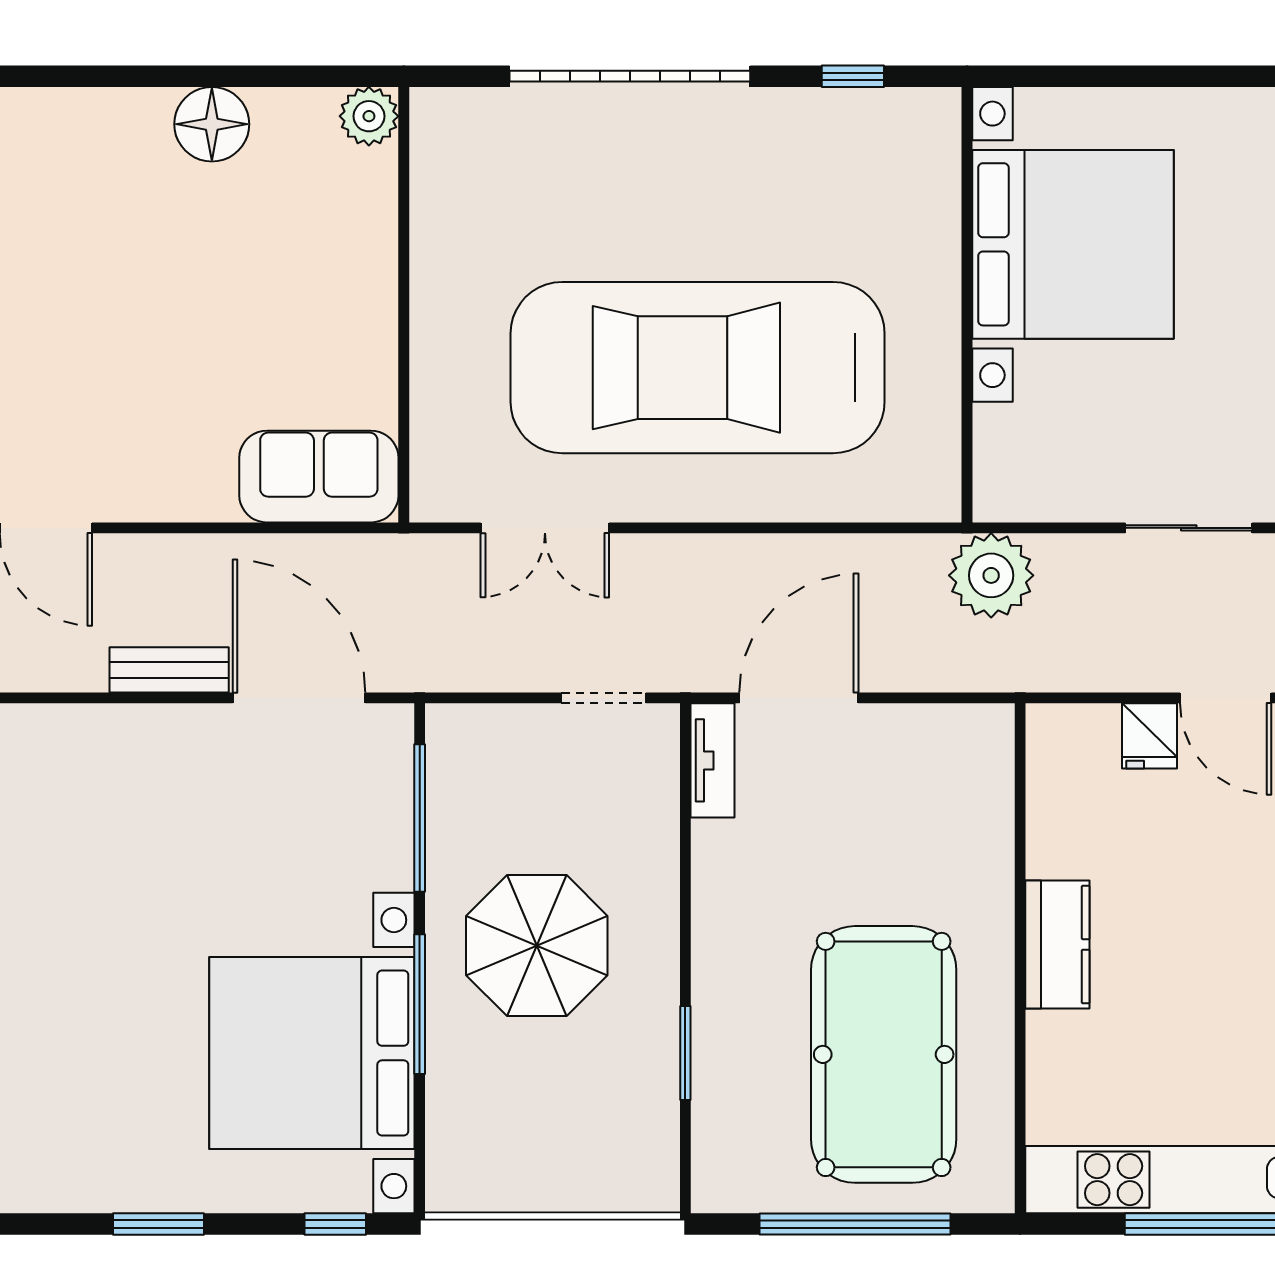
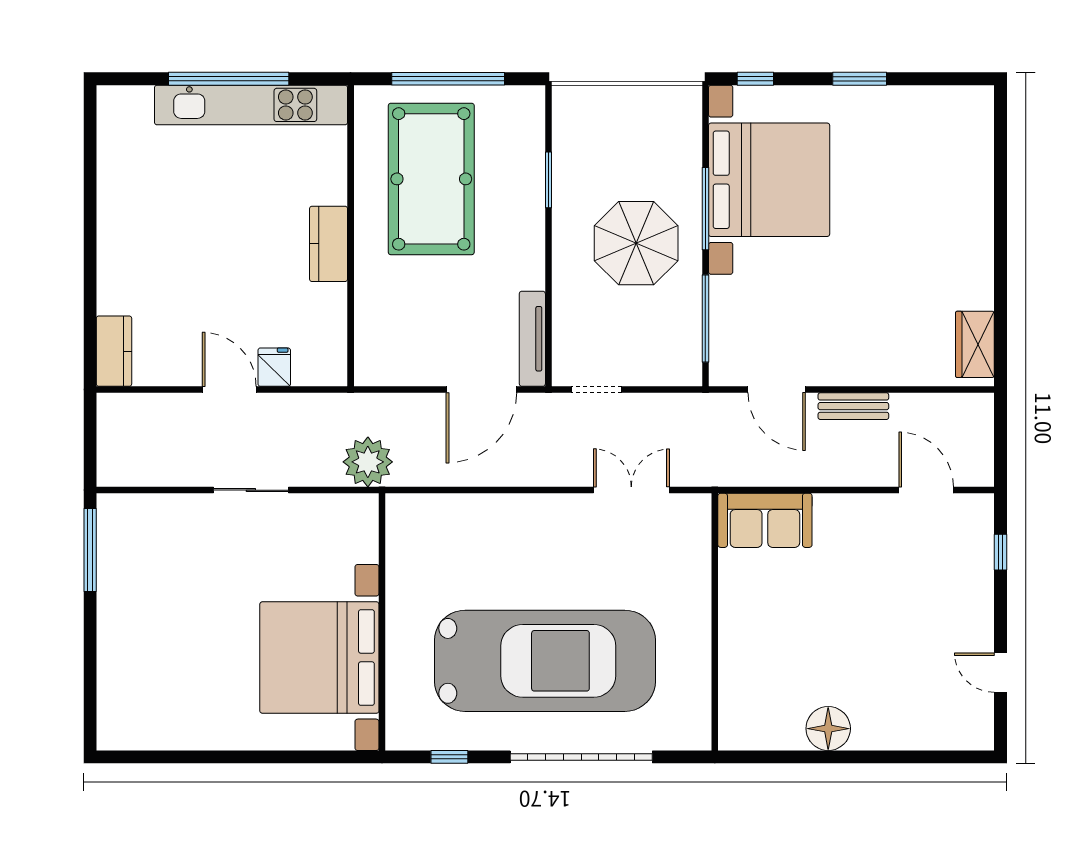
plant: (369, 116) -> (735, 733), removed
car: (698, 368) -> (545, 661), moved
door: (299, 698) -> (777, 390), width x0.73
tv unit: (713, 760) -> (532, 339), width x1.41

